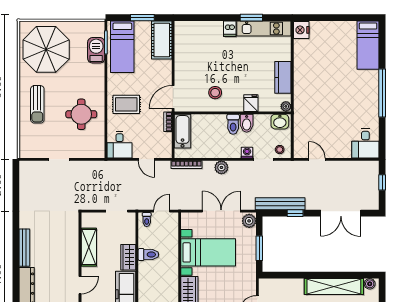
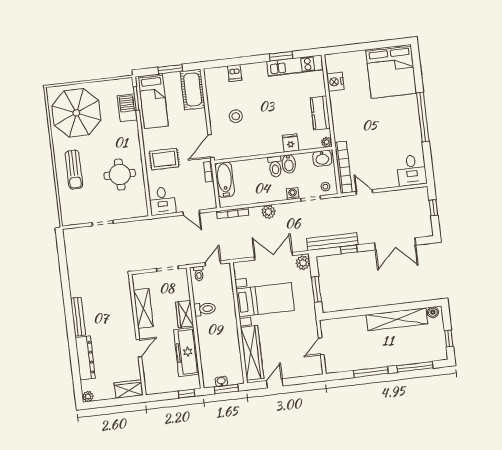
dishwasher: (230, 29) -> (235, 73), moved
nightstand: (301, 30) -> (335, 82), moved
bed: (368, 45) -> (391, 71), width x2.04
stool: (215, 93) -> (236, 116), moved
bookcase: (299, 133) -> (343, 167), added

